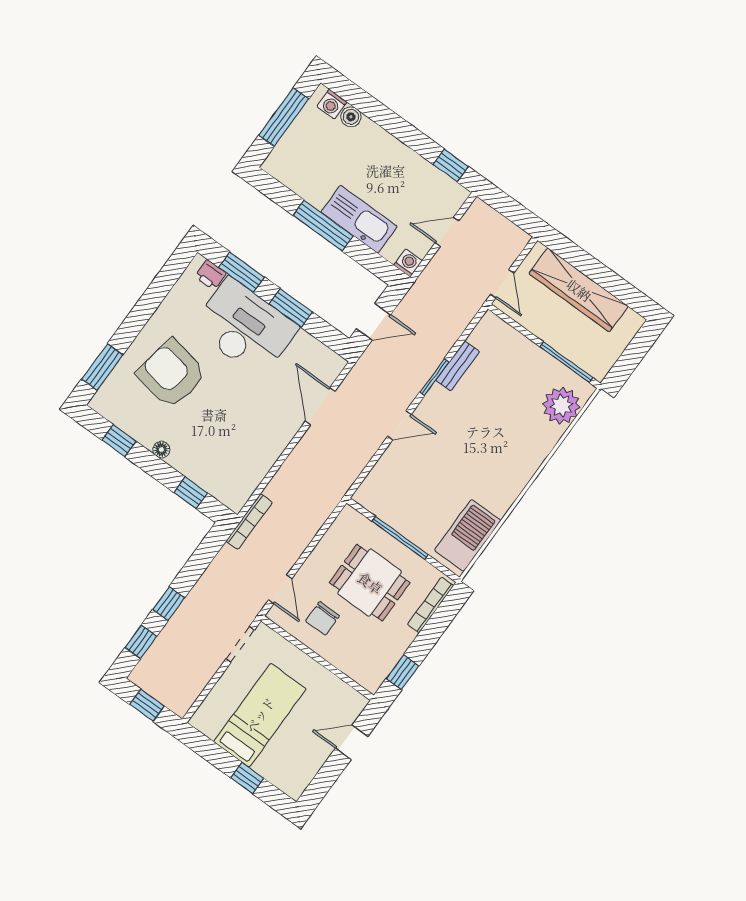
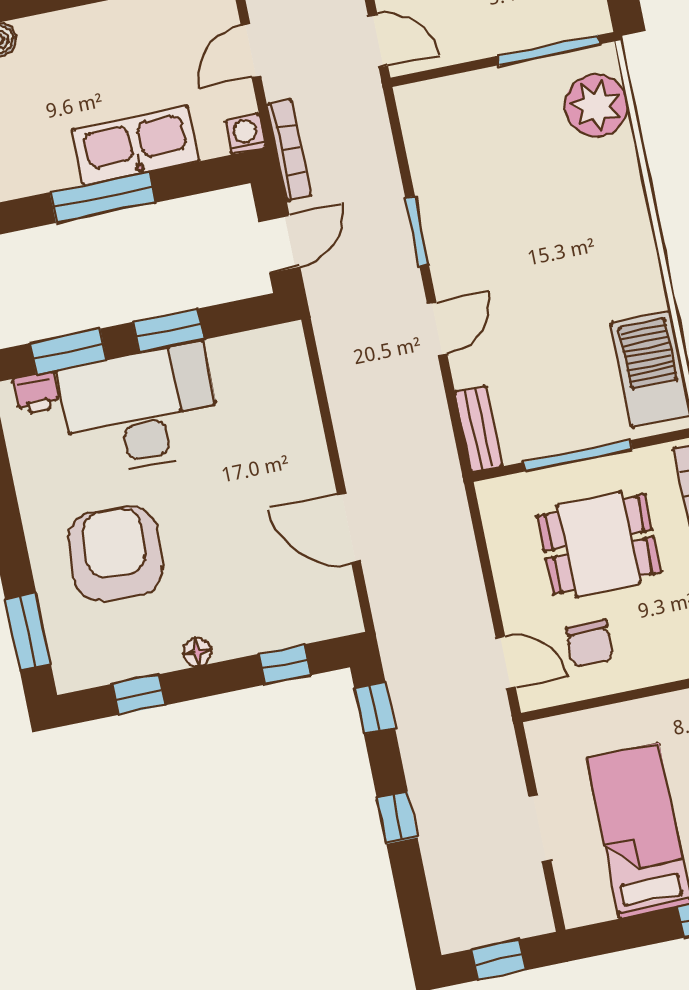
bench: (458, 366) -> (479, 429), moved
armchair: (171, 374) -> (115, 554), turned 84
door: (320, 406) -> (349, 528), moved
bookcase: (249, 522) -> (289, 150), moved
window: (141, 642) -> (375, 708), moved
doorway: (240, 644) -> (540, 828), moved

